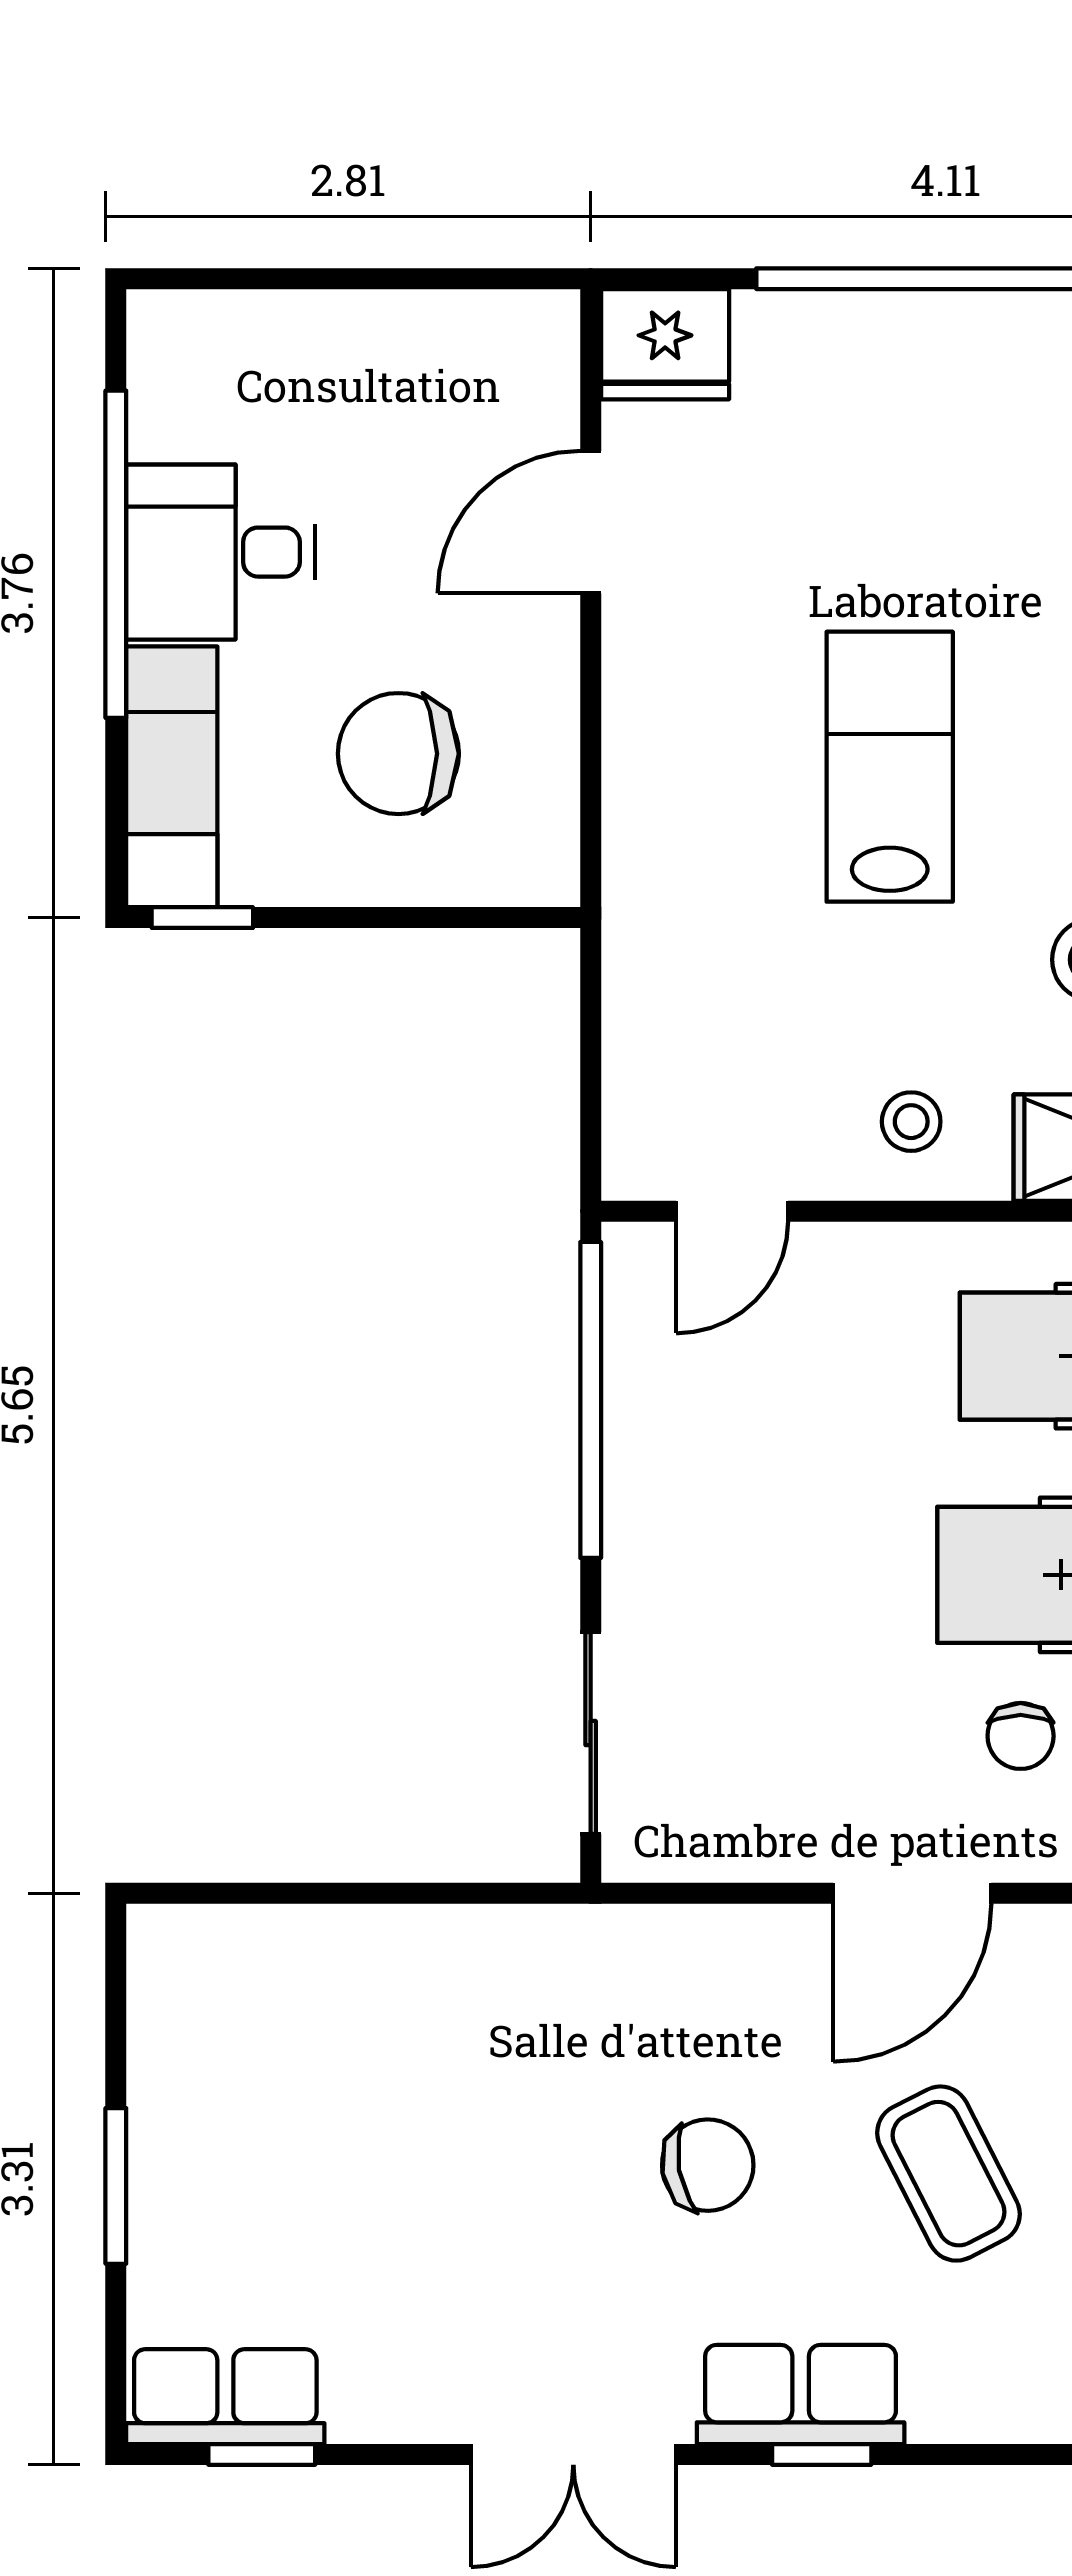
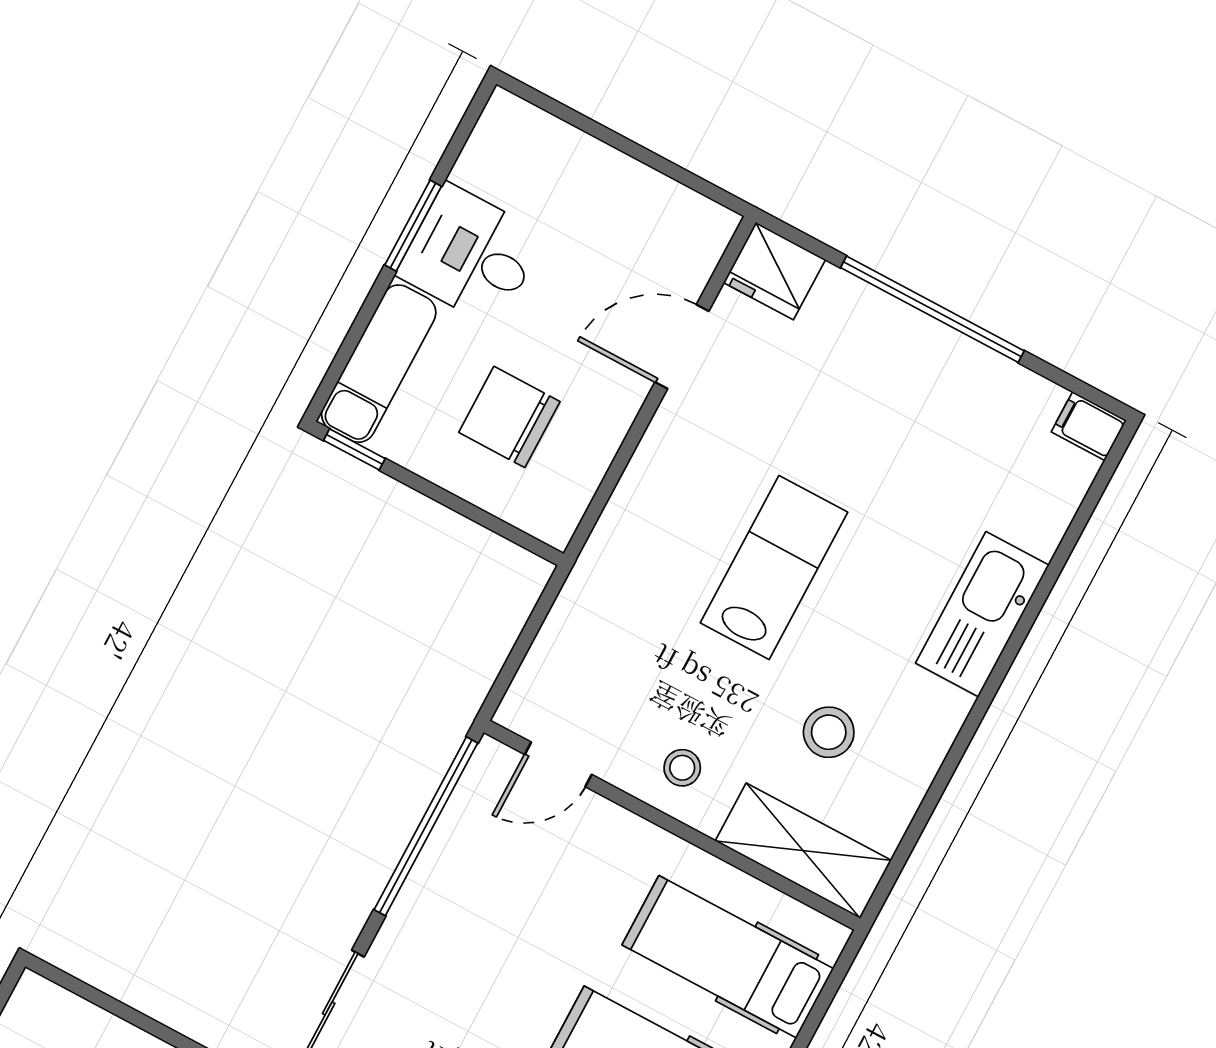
window: (116, 554) -> (413, 226), width x0.47

